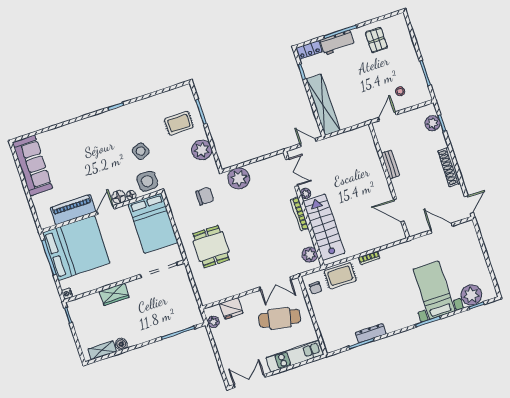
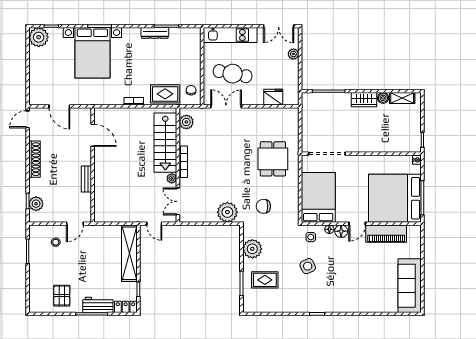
side table: (147, 181) -> (311, 237), width x0.54, depth x0.54
bed with nightstands: (434, 290) -> (92, 53), width x1.36
wardrobe: (114, 294) -> (364, 100), moved, turned 180
plant: (471, 295) -> (39, 37), moved
plant: (213, 322) -> (293, 54), moved

